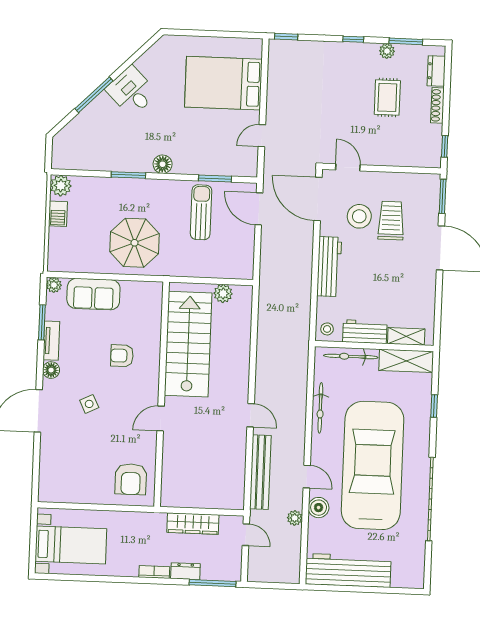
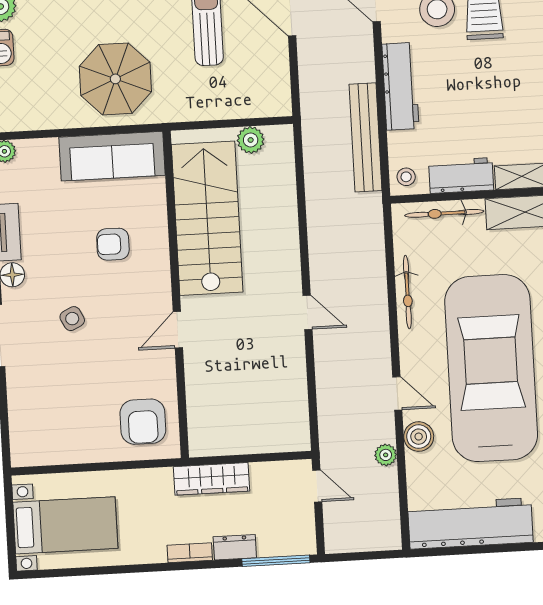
sofa: (93, 294) -> (112, 156), moved, width x1.36
bench: (260, 472) -> (366, 137), moved
wardrobe: (193, 524) -> (212, 479), moved

